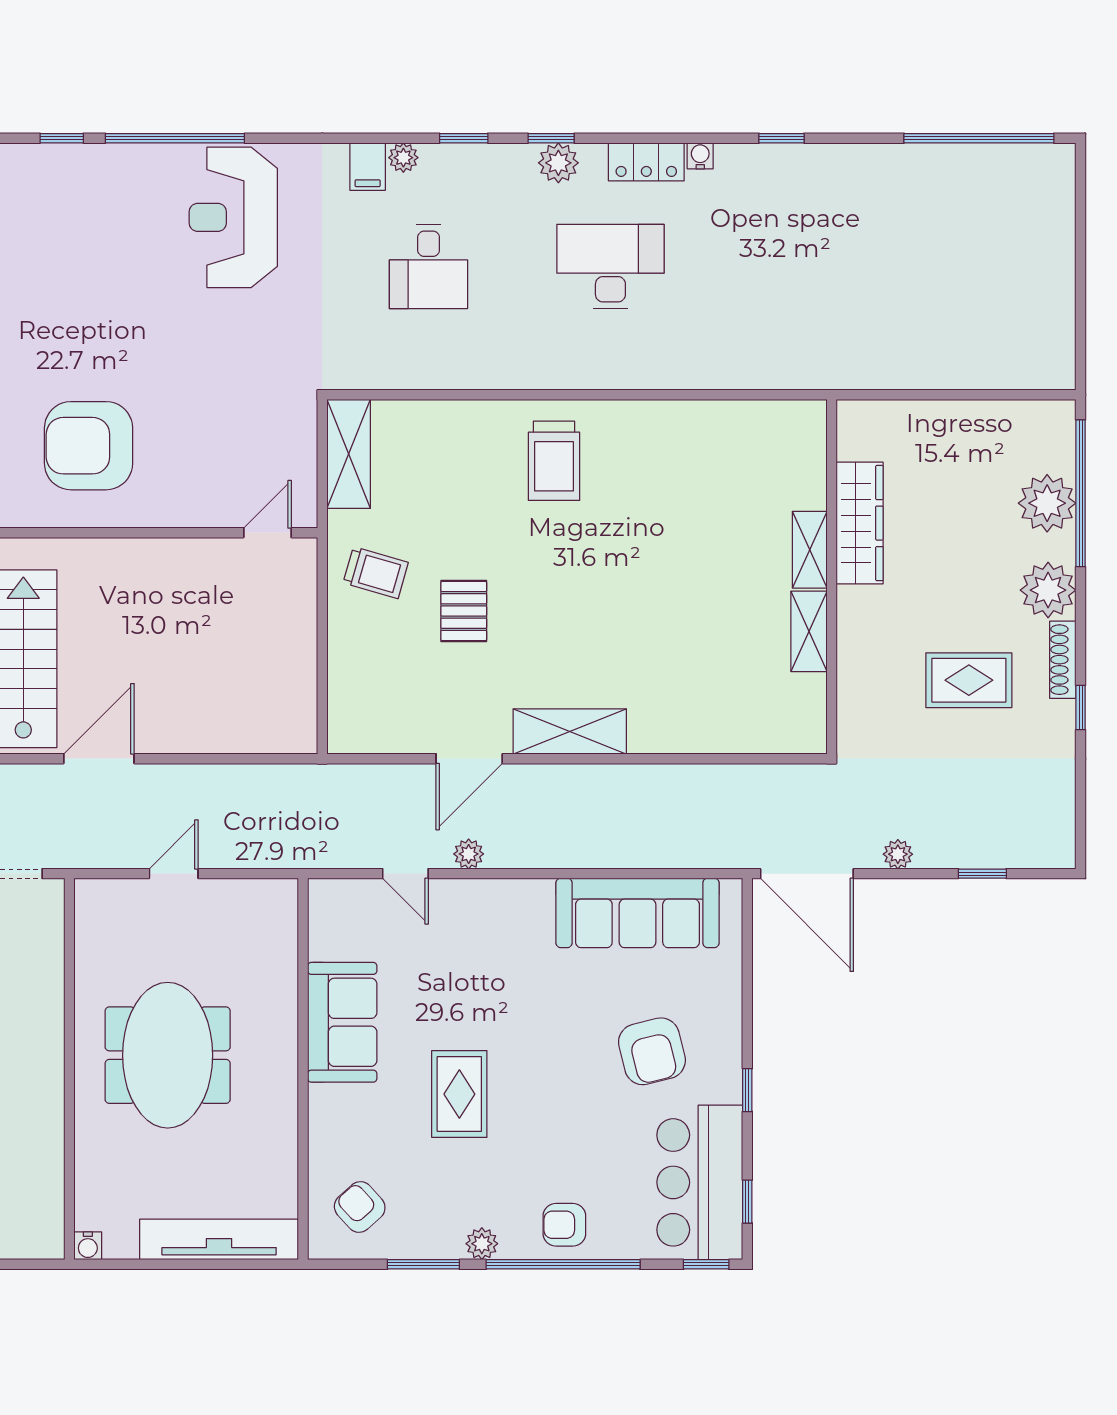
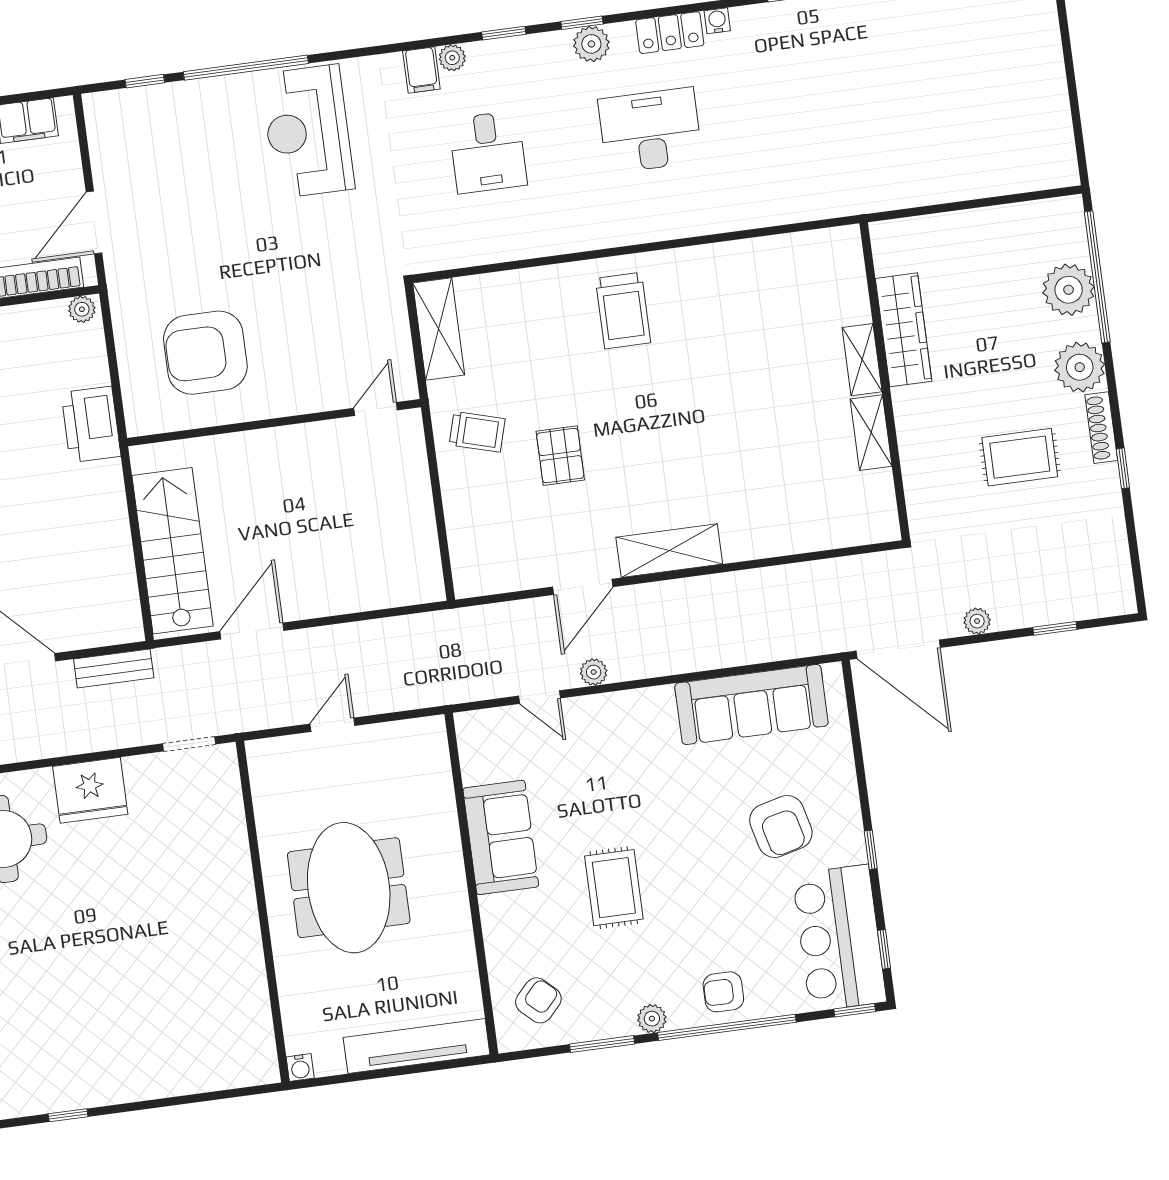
armchair: (360, 1207) -> (538, 1000), turned 85

